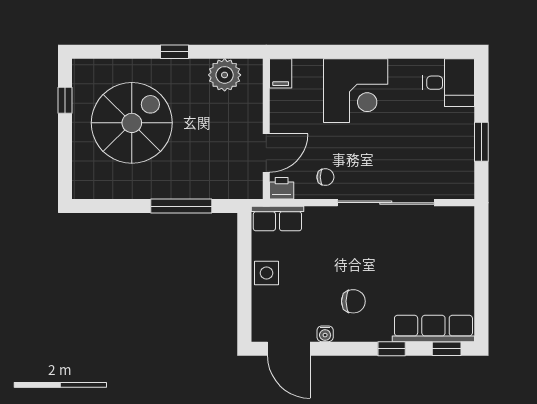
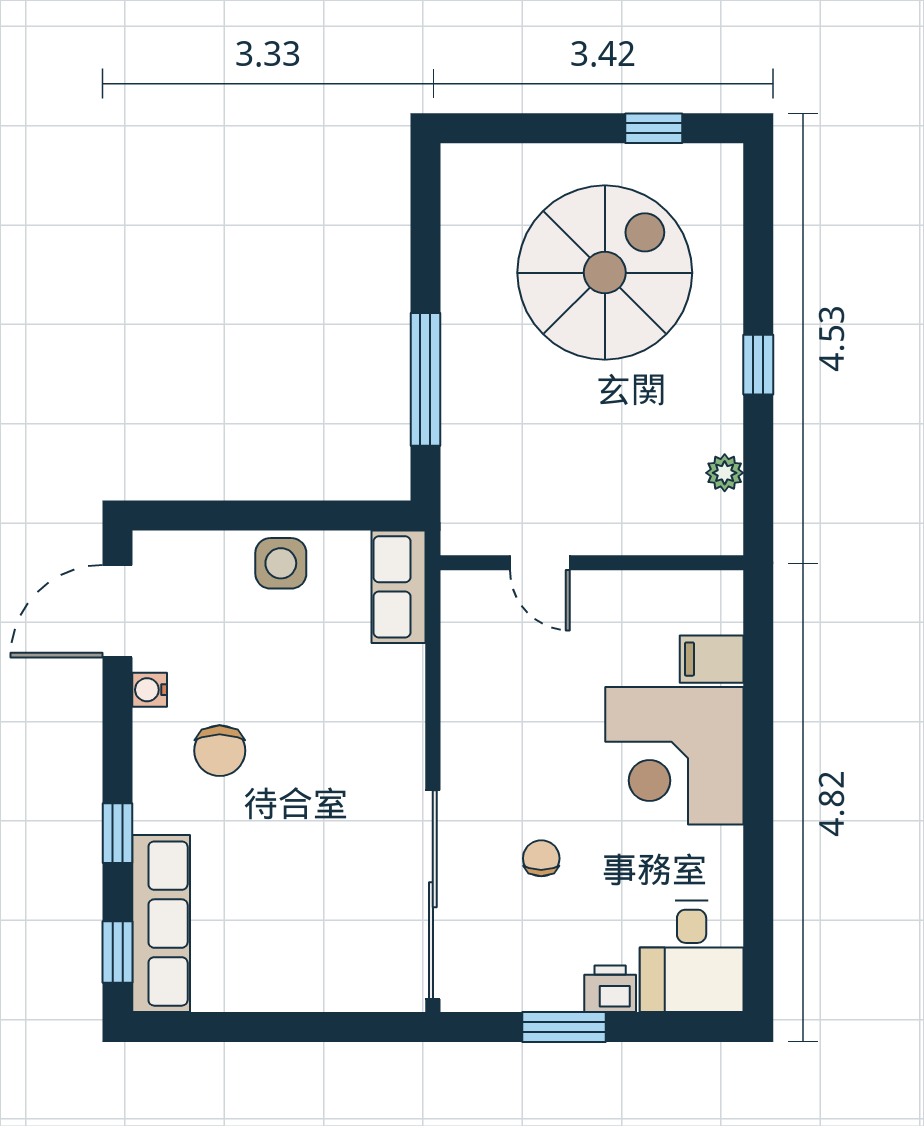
filing cabinet: (281, 73) -> (712, 659), moved
plant: (225, 75) -> (725, 473), width x0.53, depth x0.53
spiral stairs: (132, 123) -> (605, 273), turned -90
door: (266, 153) -> (540, 563), width x0.73
chair: (325, 177) -> (541, 858), moved, turned 180
printer: (282, 188) -> (610, 989), moved, turned -90
sliding door: (386, 203) -> (433, 895), moved

